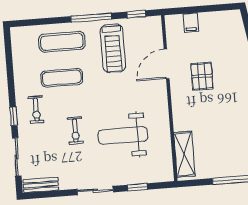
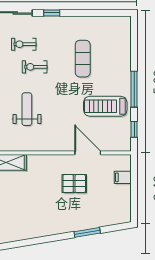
exercise mat: (62, 42) -> (115, 61), removed
exercise bike: (36, 110) -> (24, 44), moved
weight bench: (123, 135) -> (27, 109), width x0.73, depth x0.75

